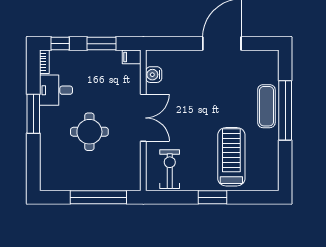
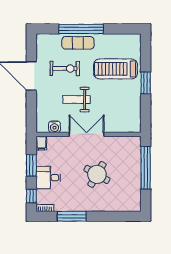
desk: (56, 90) -> (48, 178), moved, turned 90
weight bench: (190, 104) -> (76, 100), added
window: (33, 114) -> (72, 216), moved
round table: (89, 132) -> (97, 174), turned 30
exercise bike: (170, 169) -> (65, 69), moved, turned 180

